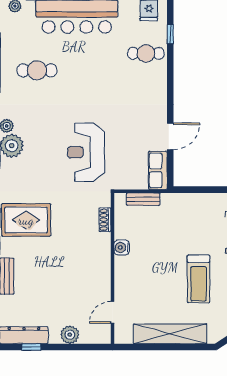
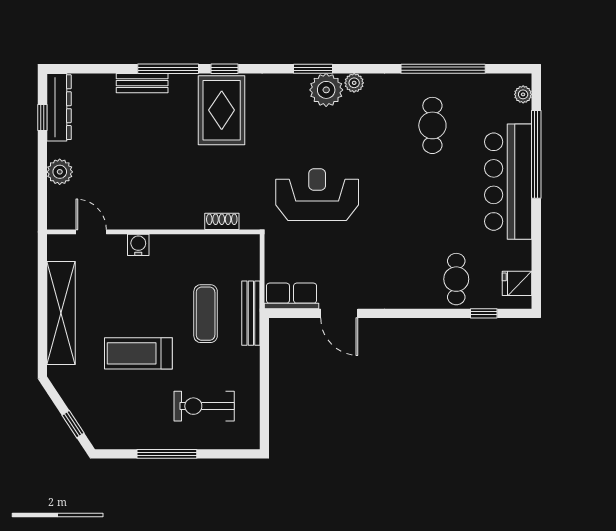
bench: (143, 199) -> (251, 313), moved, width x1.36
exercise mat: (170, 231) -> (206, 314), added
water cooler: (122, 247) -> (138, 245), moved

